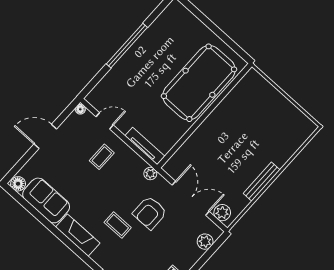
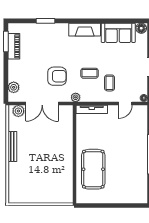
pool table: (199, 83) -> (93, 169), width x0.73, depth x0.76
armchair: (150, 213) -> (57, 76), turned 90
coffee table: (118, 225) -> (89, 73), moved

